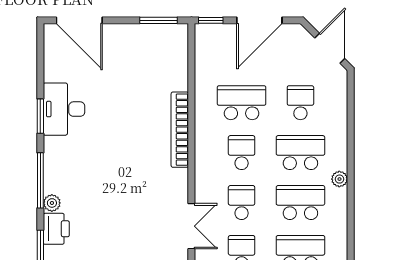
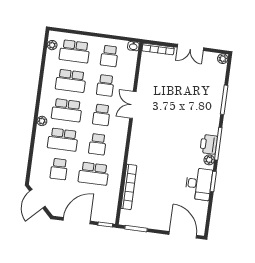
bookcase: (180, 130) -> (129, 187), moved
plant: (52, 203) -> (209, 160), moved
printer: (56, 229) -> (209, 144), moved

